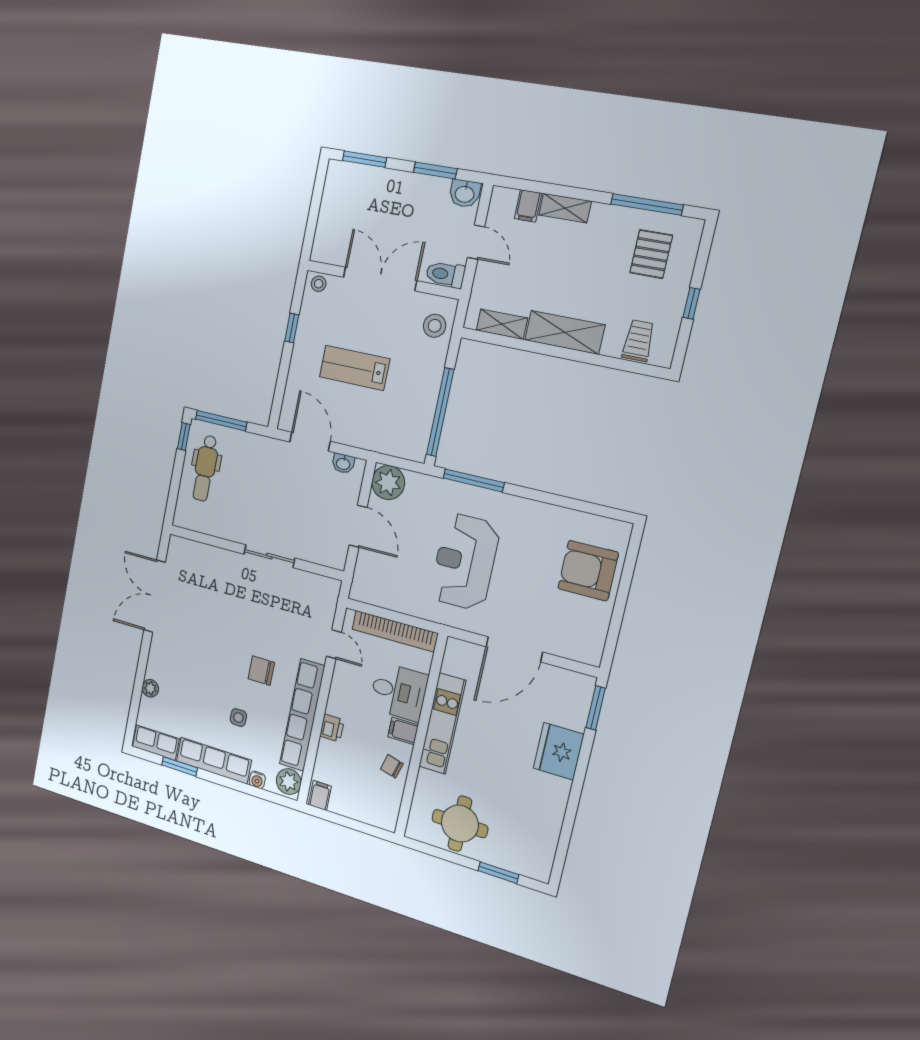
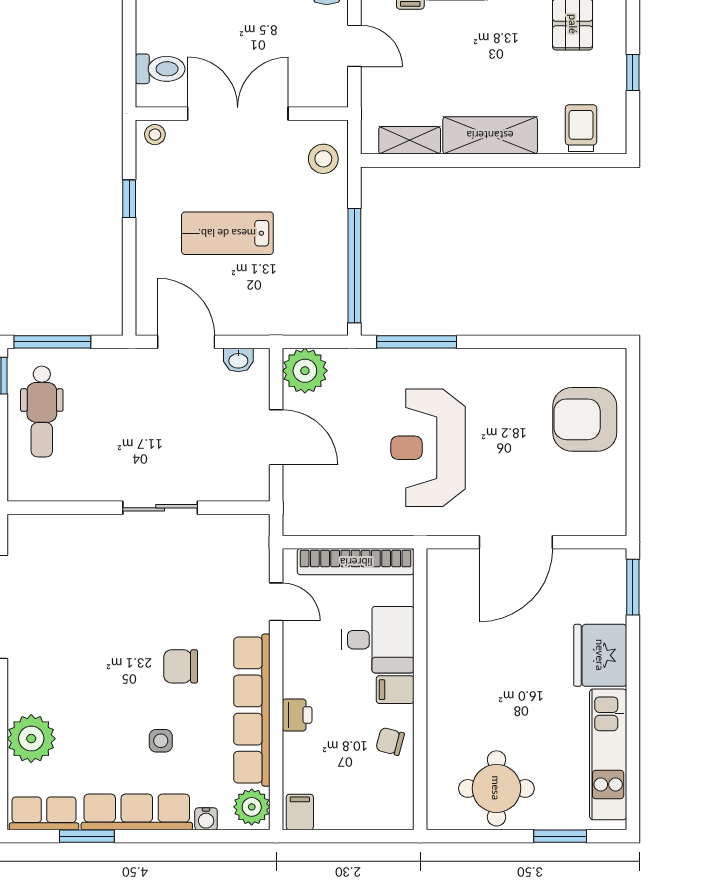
toilet: (445, 274) -> (160, 69), moved, turned 180
plant: (150, 688) -> (31, 739), width x1.88, depth x1.88
kitchen unit: (442, 724) -> (608, 754), moved, turned 180

